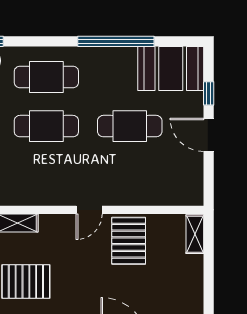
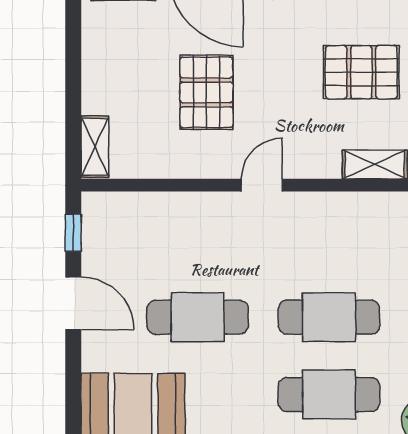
window: (209, 93) -> (73, 233), moved
pallet: (129, 241) -> (206, 92), moved

